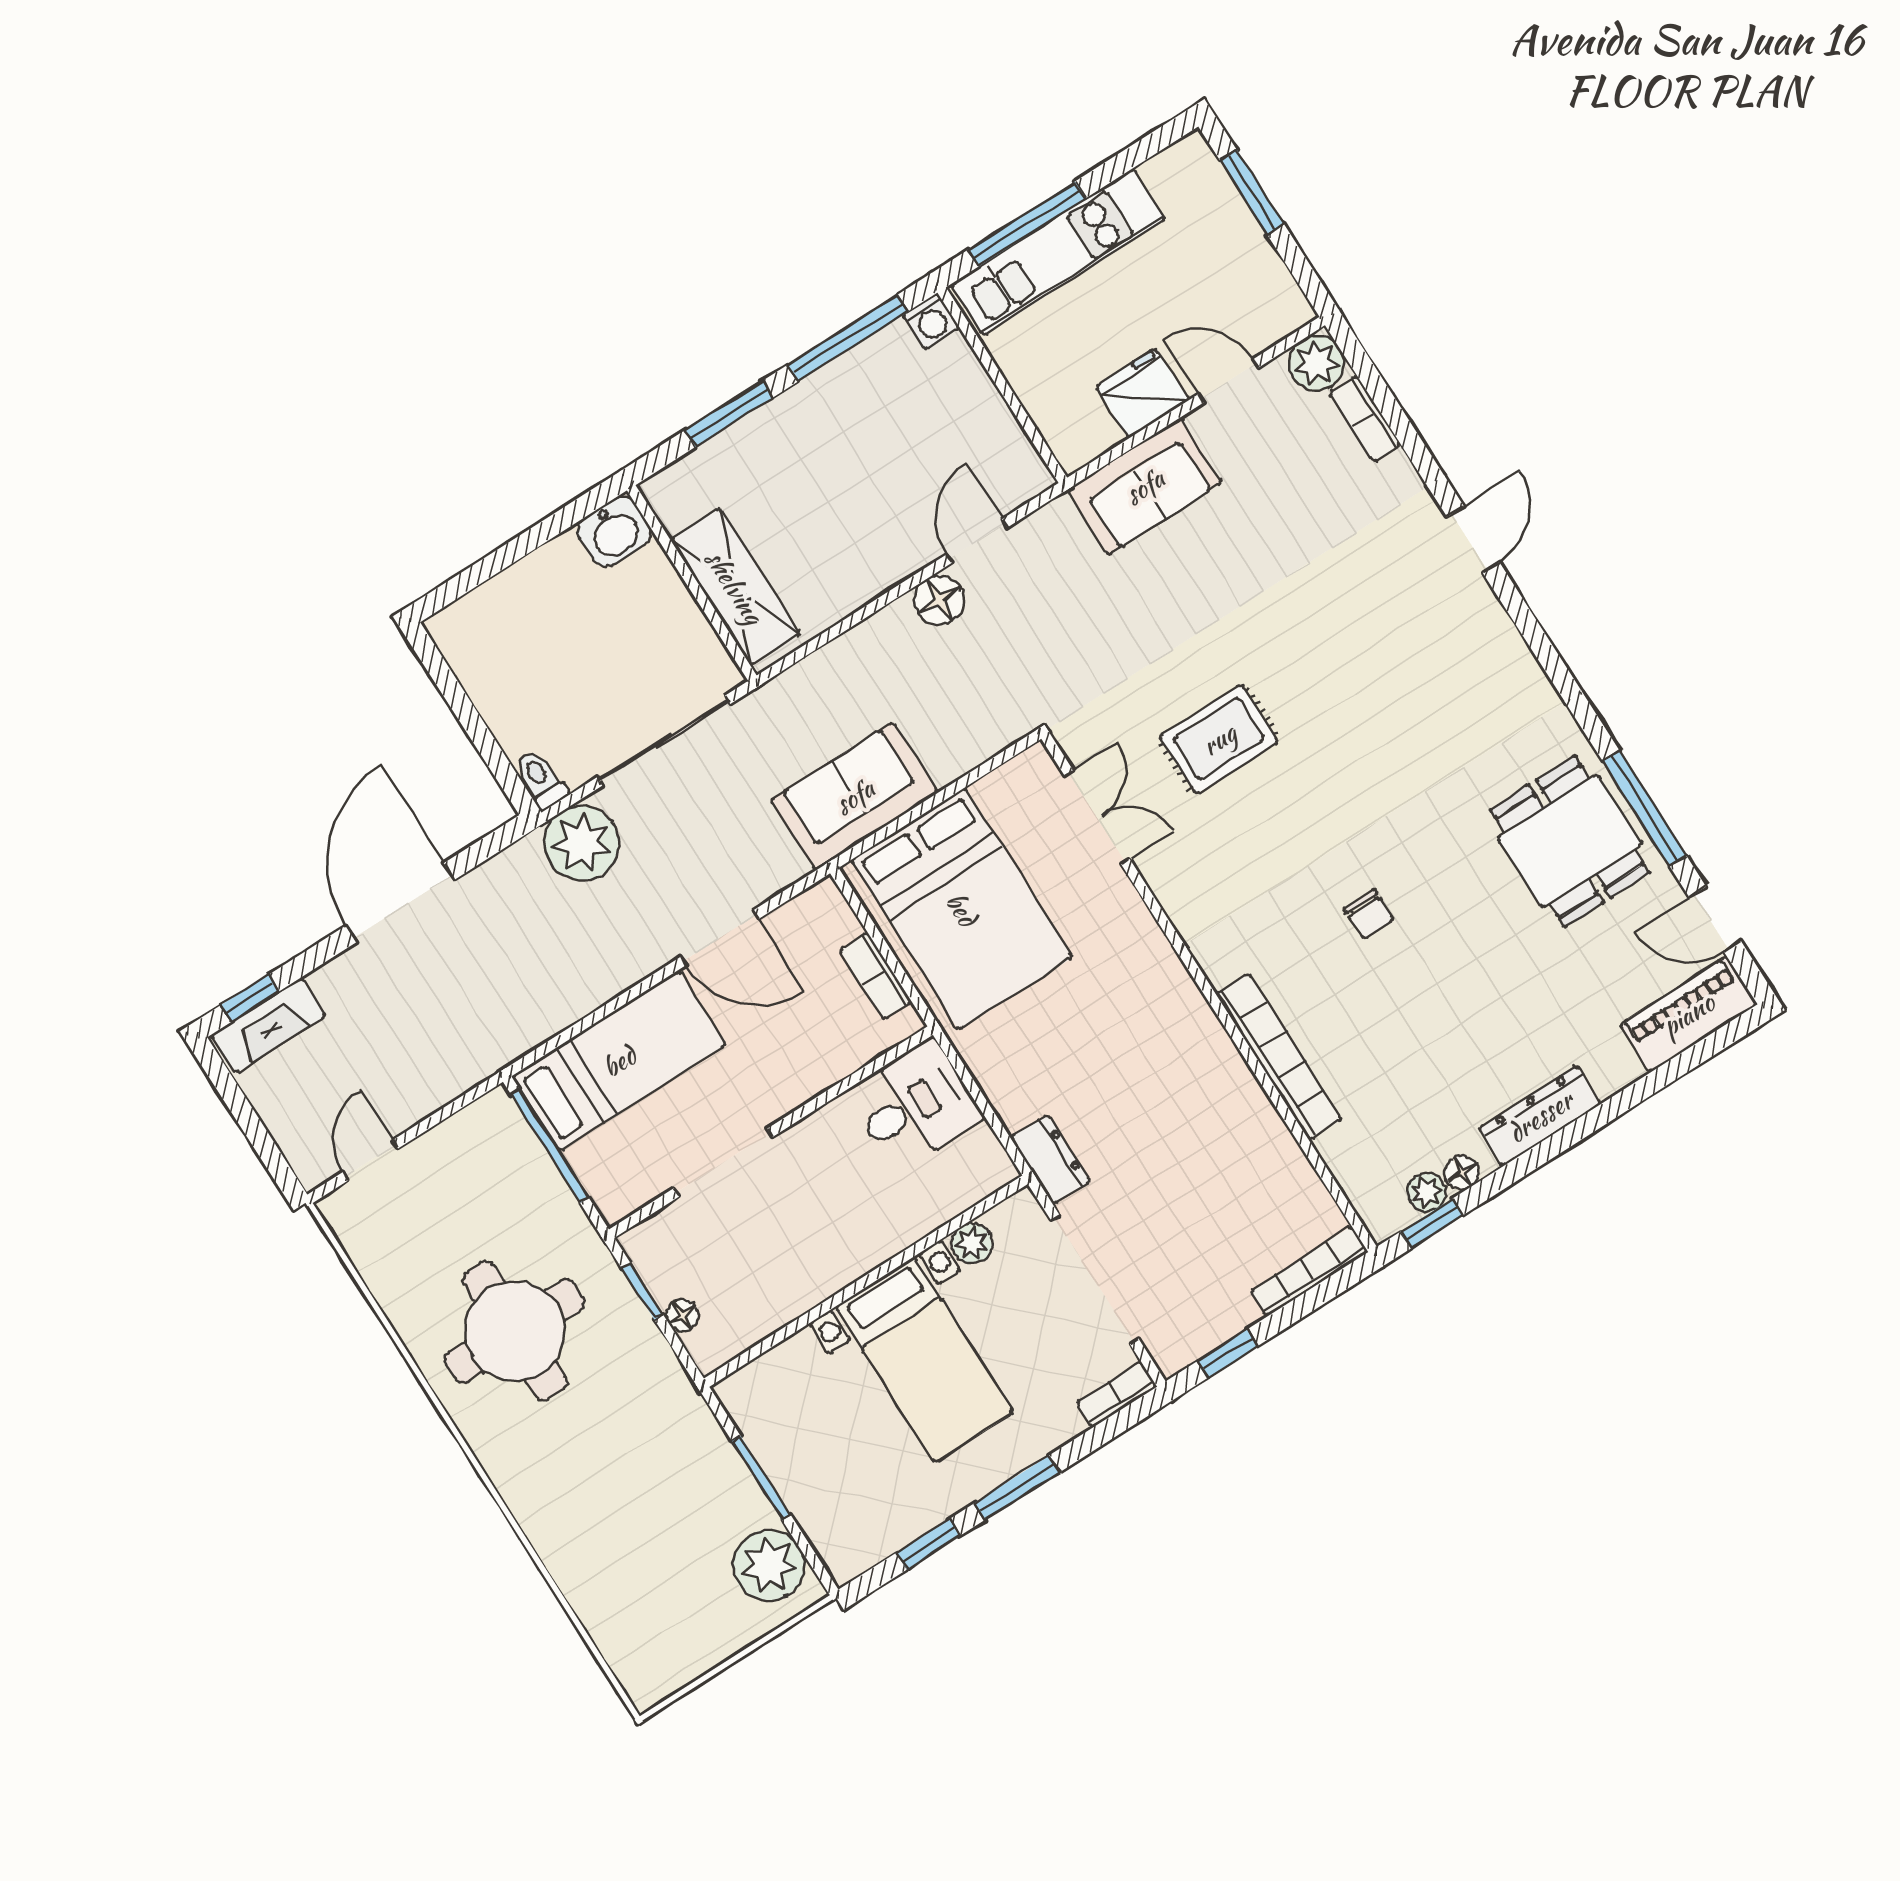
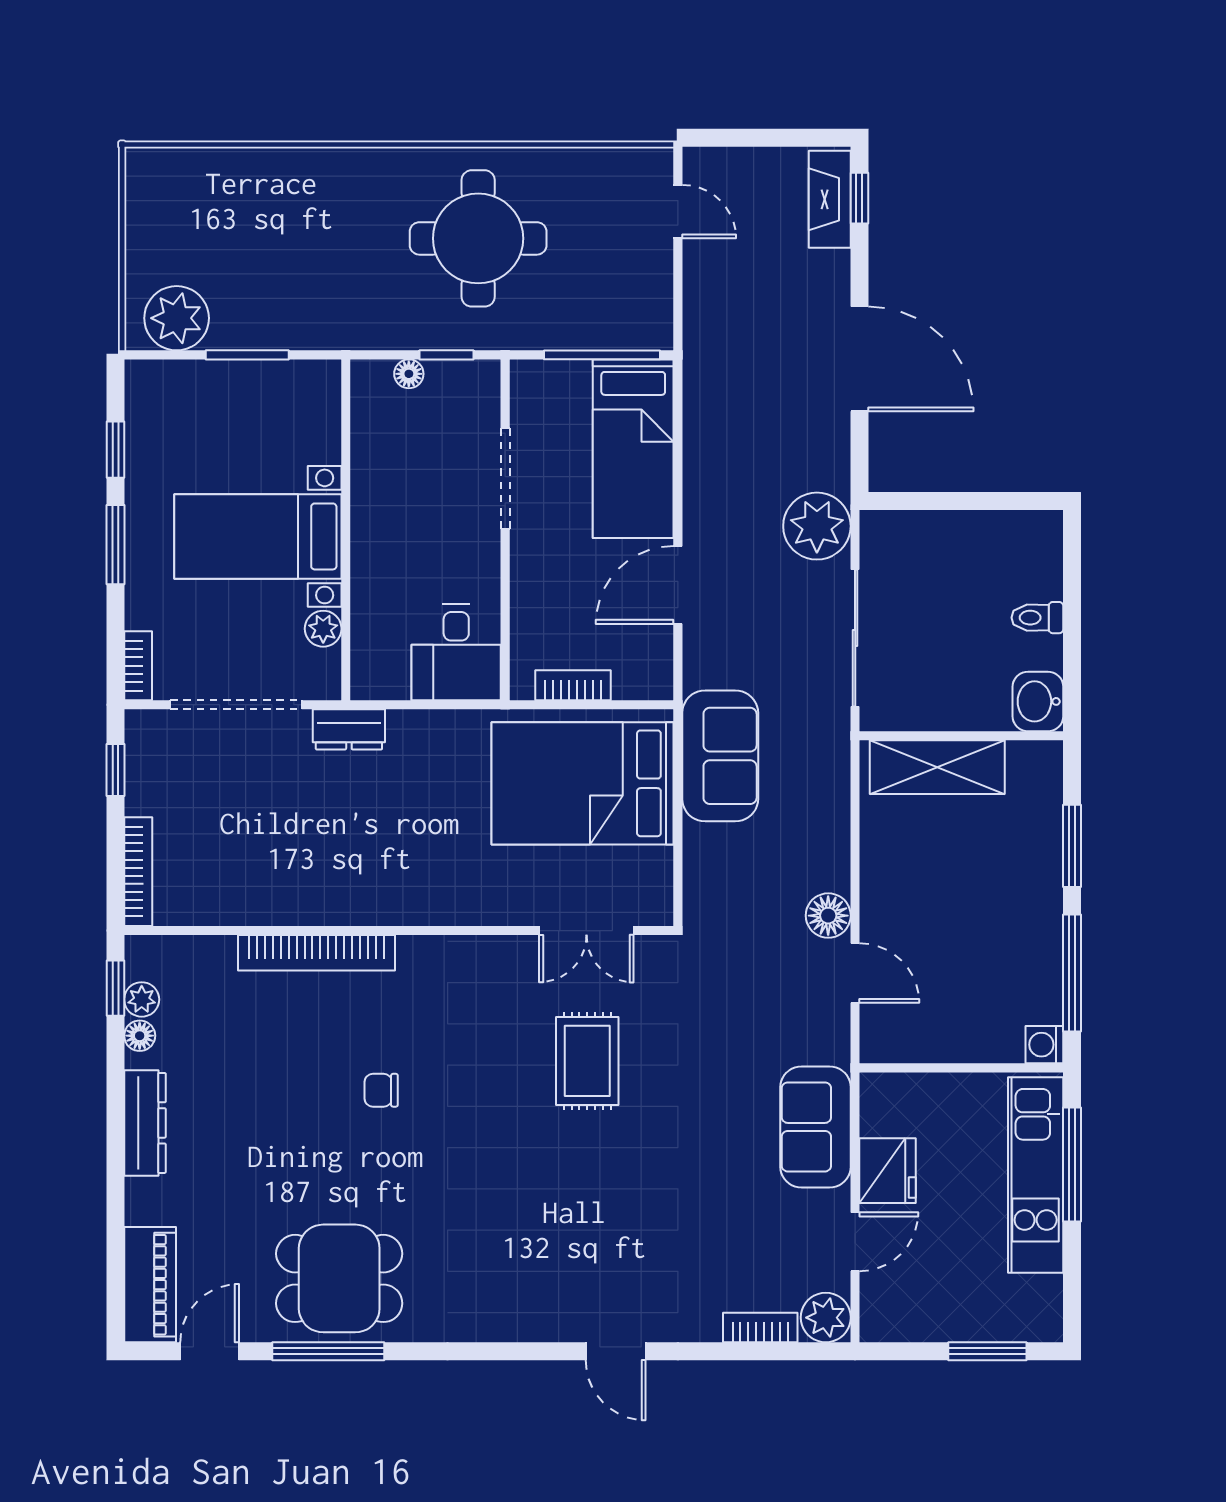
toilet: (541, 779) -> (1037, 618), moved, turned 180

